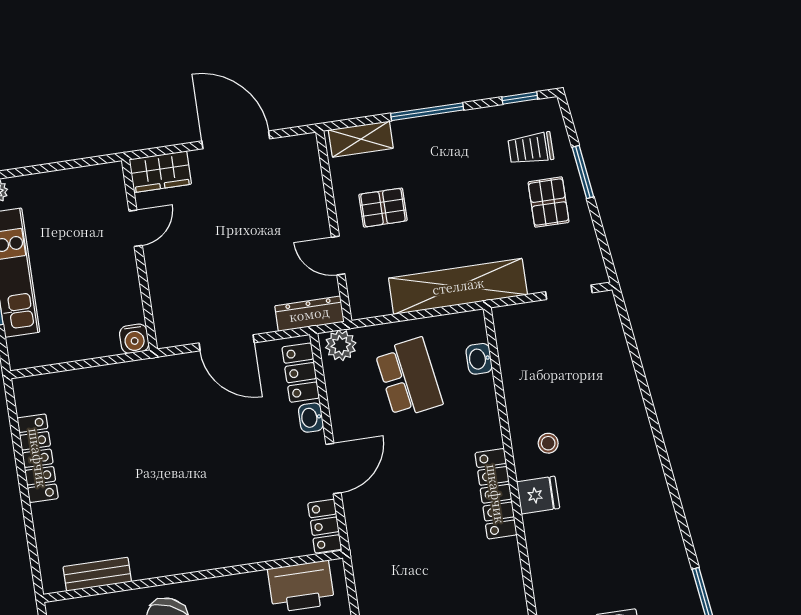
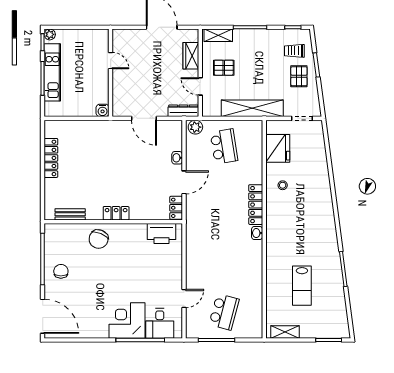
wardrobe: (160, 172) -> (191, 56), moved, turned 90
door: (136, 228) -> (111, 61), hinge flipped
washbasin: (479, 359) -> (257, 233), moved
locker: (301, 373) -> (116, 213), moved, turned 90
fridge: (538, 495) -> (278, 148), moved, width x1.88, depth x1.34

